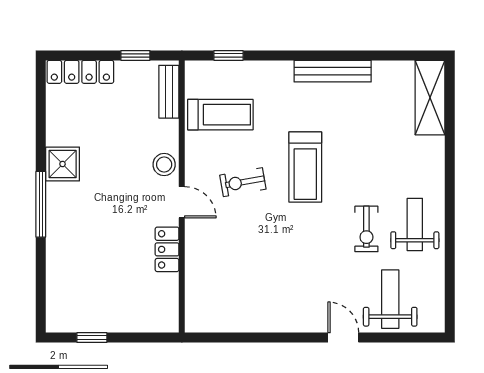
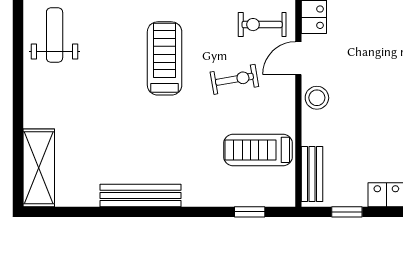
treadmill: (305, 167) -> (165, 58), moved
door: (182, 202) -> (298, 58), hinge flipped
weight bench: (415, 224) -> (55, 35), turned 180
exercise bike: (366, 229) -> (262, 25), moved, turned -90

